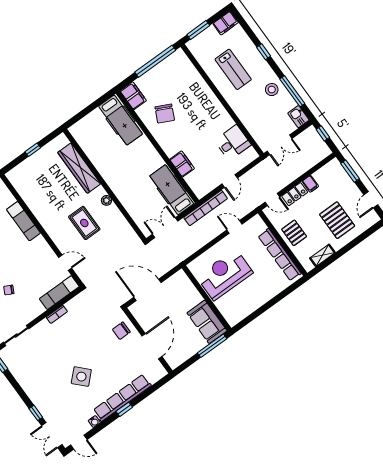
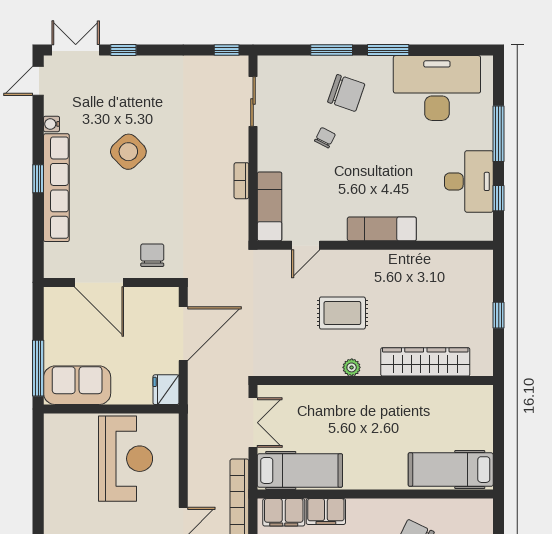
filing cabinet: (133, 96) -> (284, 512), moved
exam couch: (24, 221) -> (382, 229), moved
fridge: (179, 279) -> (166, 390), added

